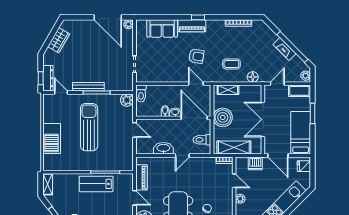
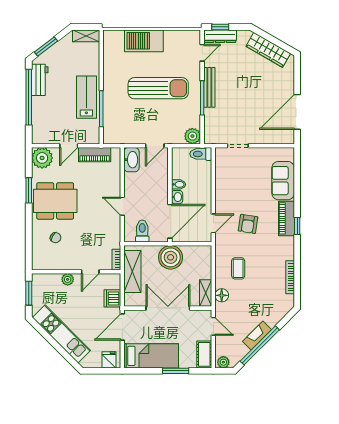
plant: (129, 24) -> (288, 138), removed
wardrobe: (59, 40) -> (268, 50), width x1.50
shelving: (228, 90) -> (206, 293), moved
washbasin: (163, 148) -> (131, 160), moved

